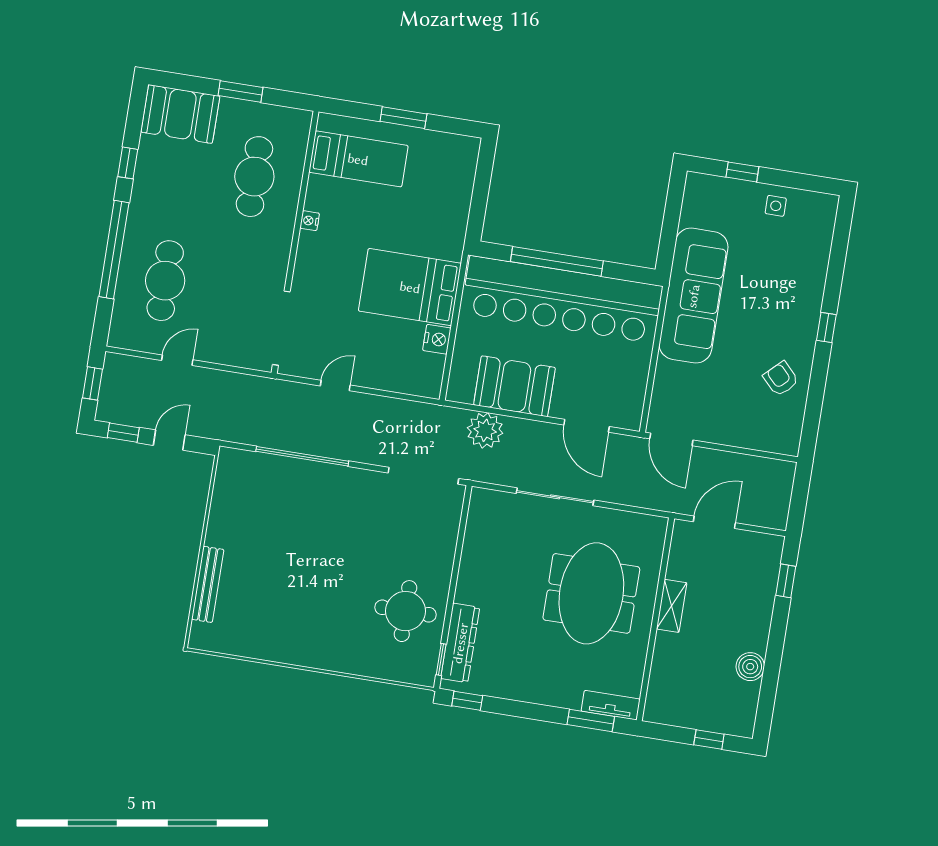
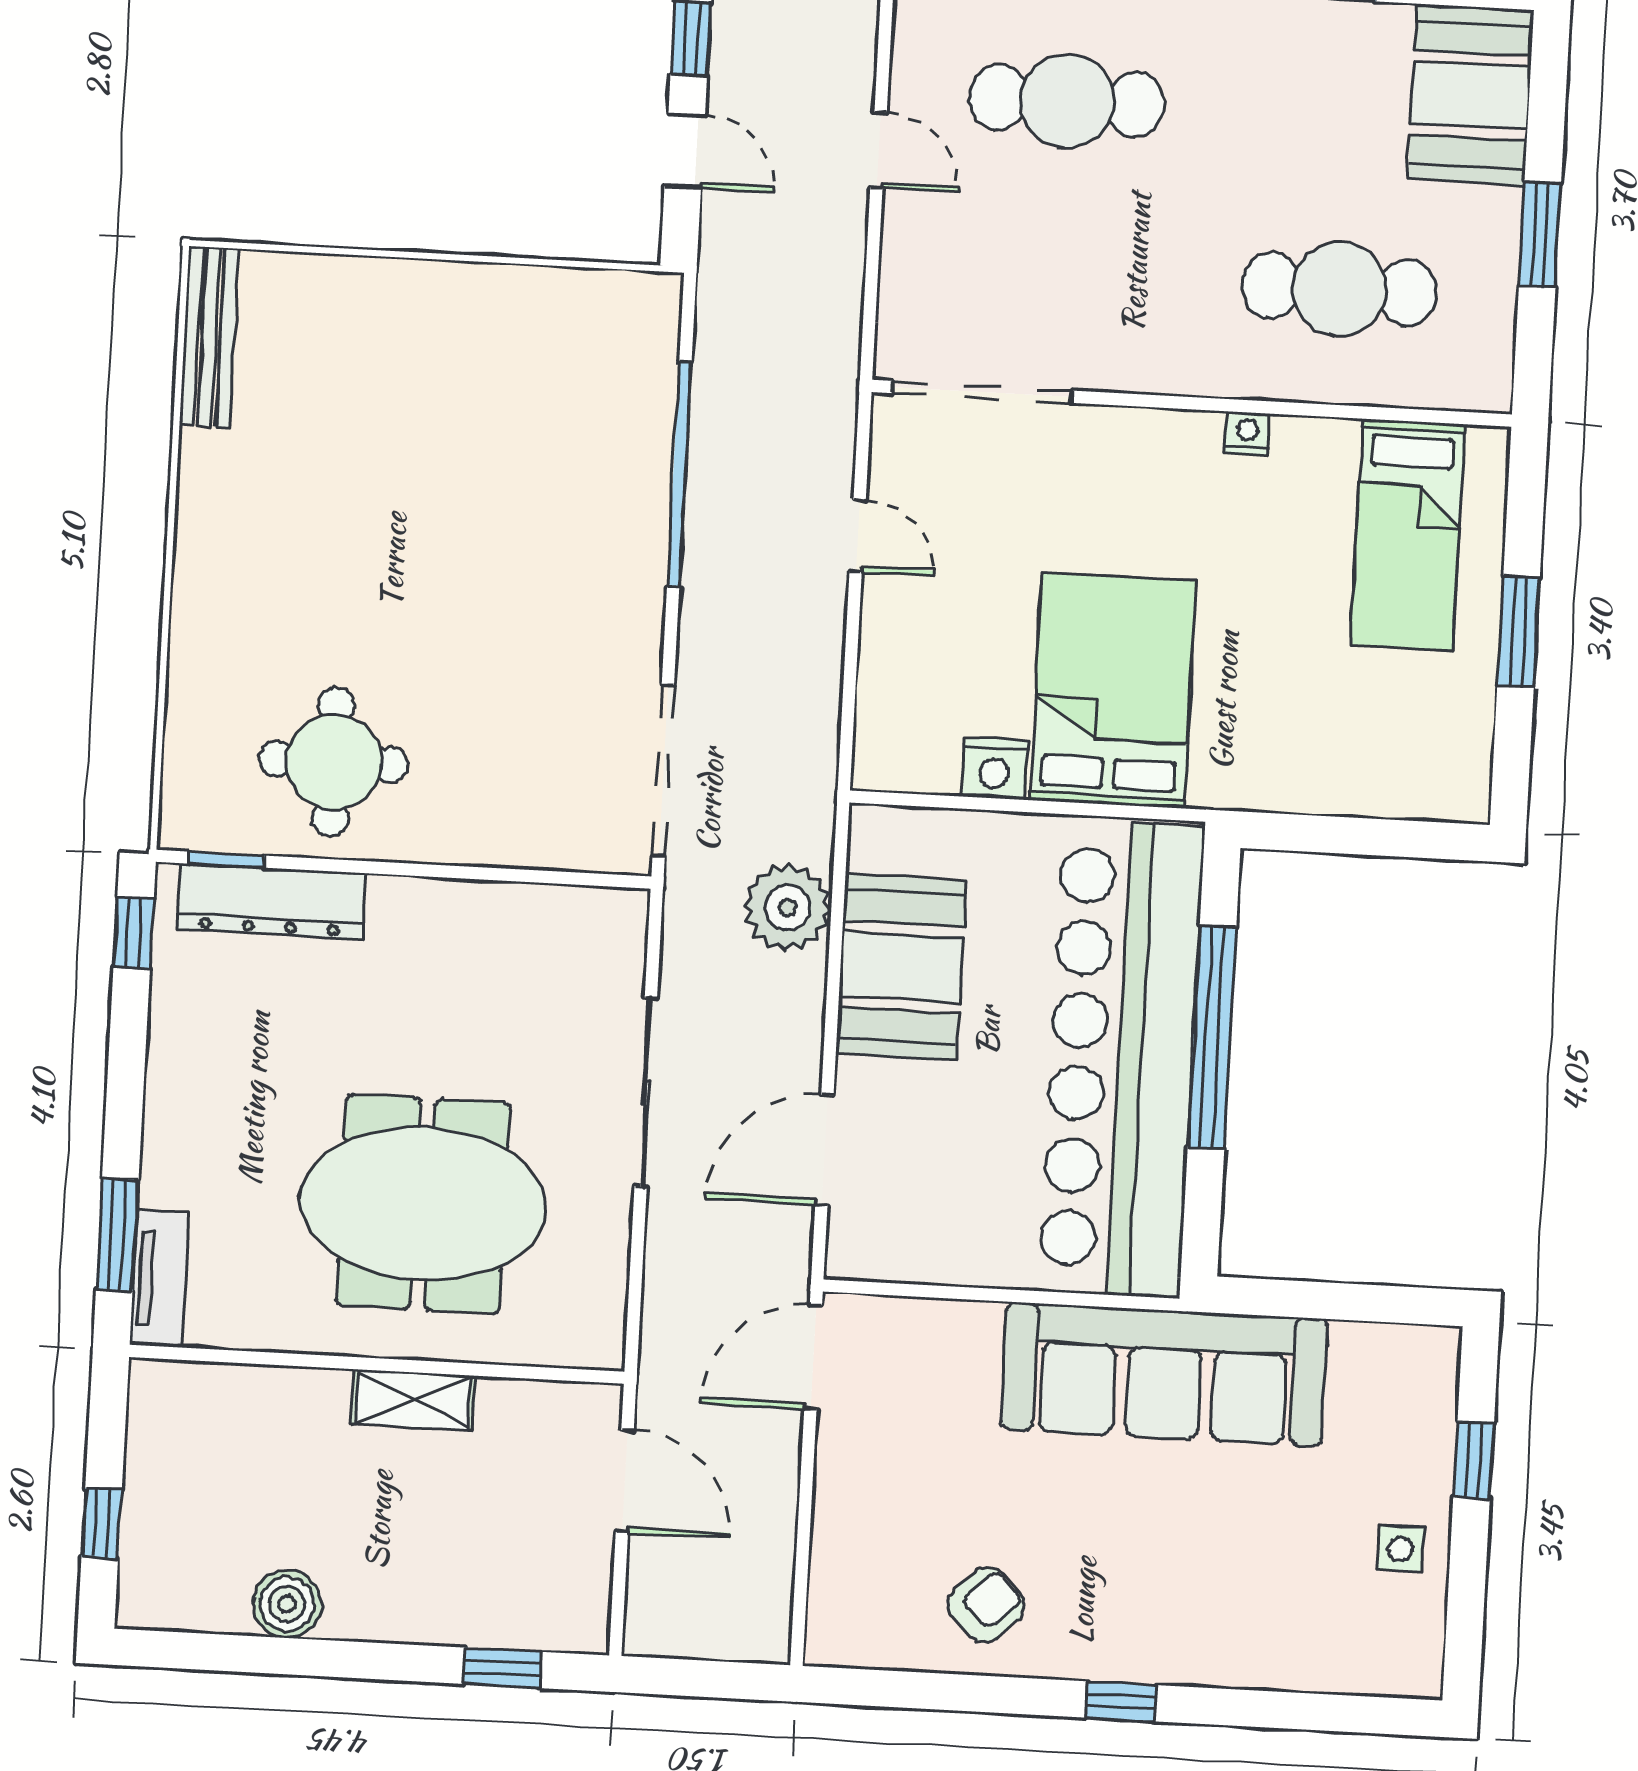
bench: (208, 584) -> (209, 337), moved, turned 90

